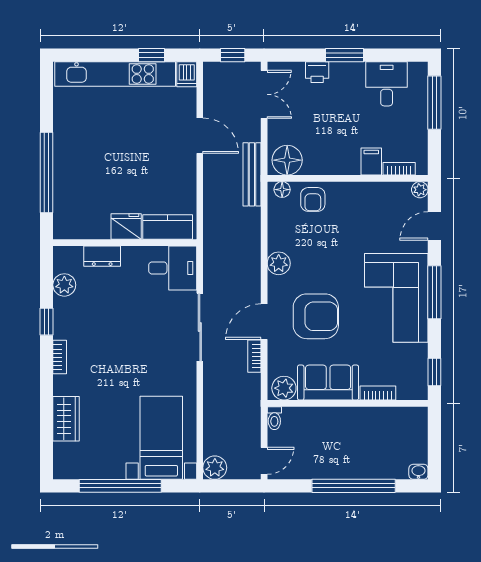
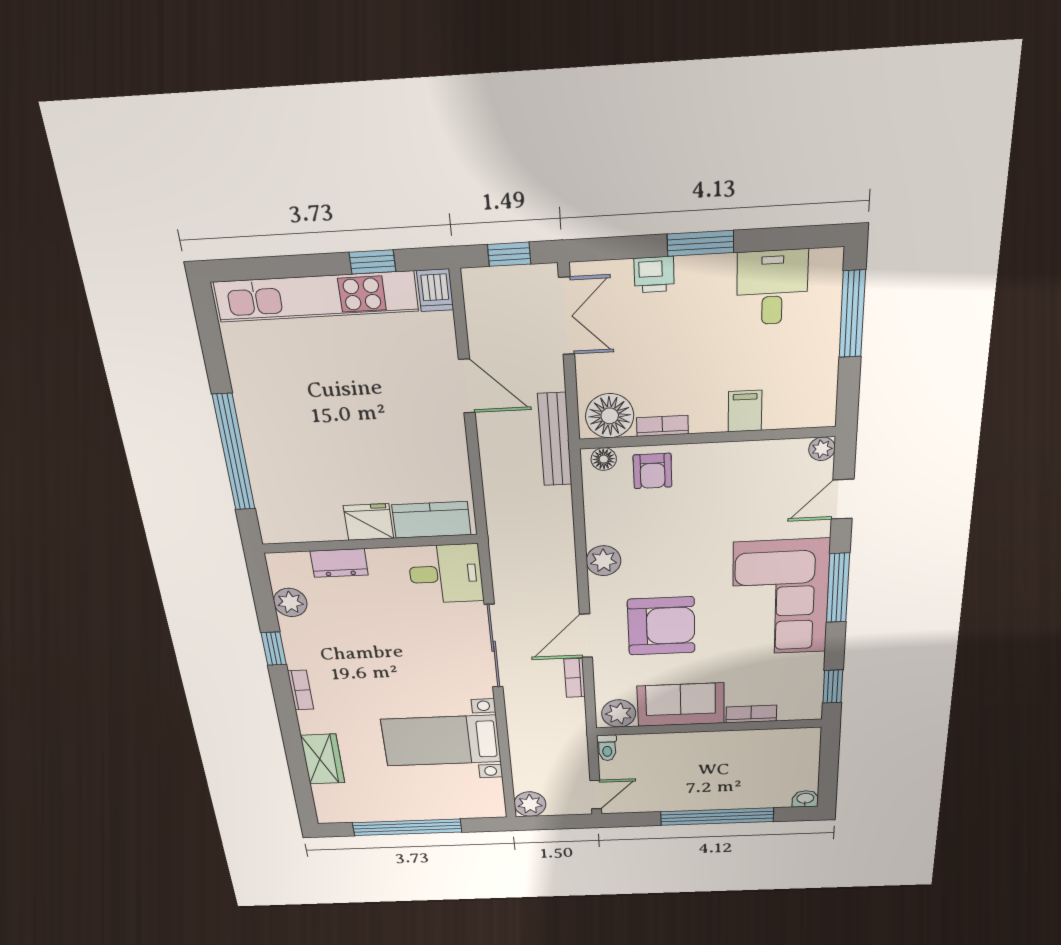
bookcase: (399, 169) -> (662, 426), moved
bed with nightstands: (161, 438) -> (441, 741), moved, turned -90

